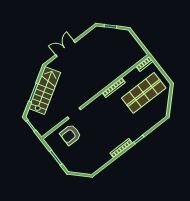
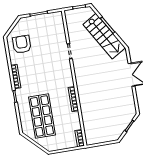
shop shelf: (144, 93) -> (42, 116), moved
armchair: (70, 135) -> (22, 44), moved

